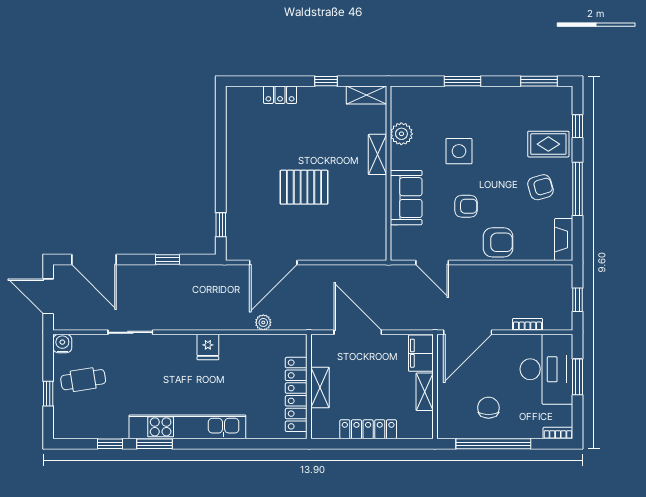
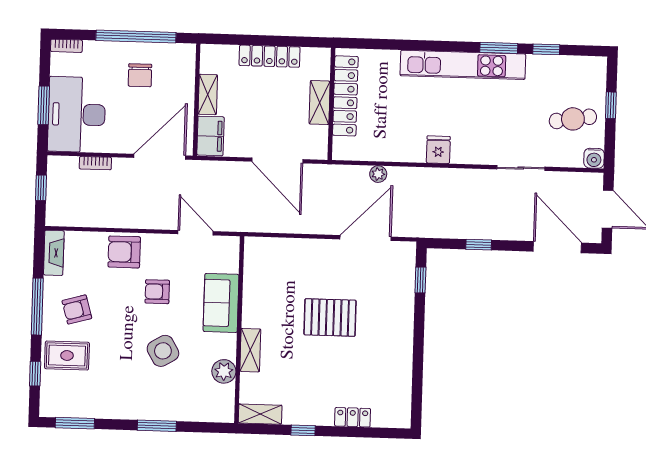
side table: (459, 151) -> (163, 351), turned -30

